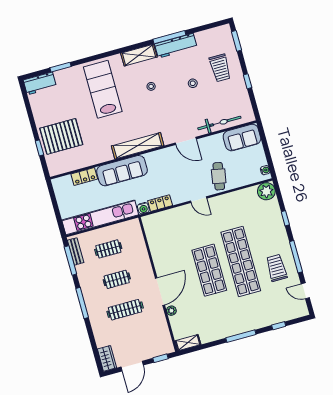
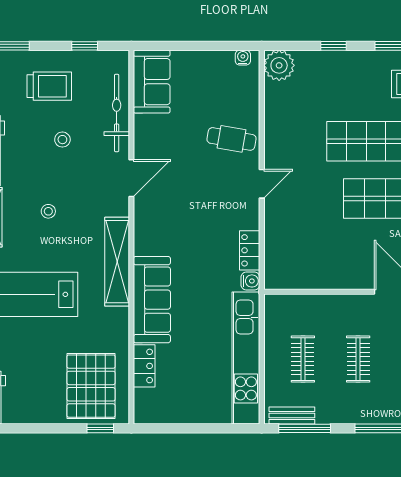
bicycle: (219, 123) -> (117, 113), moved
sofa: (242, 138) -> (152, 82), moved
door: (186, 141) -> (131, 178), moved
shelving: (138, 146) -> (117, 262), moved
wall: (153, 150) -> (131, 237), moved
sofa: (122, 171) -> (152, 300), moved
locker: (84, 176) -> (144, 366), moved

